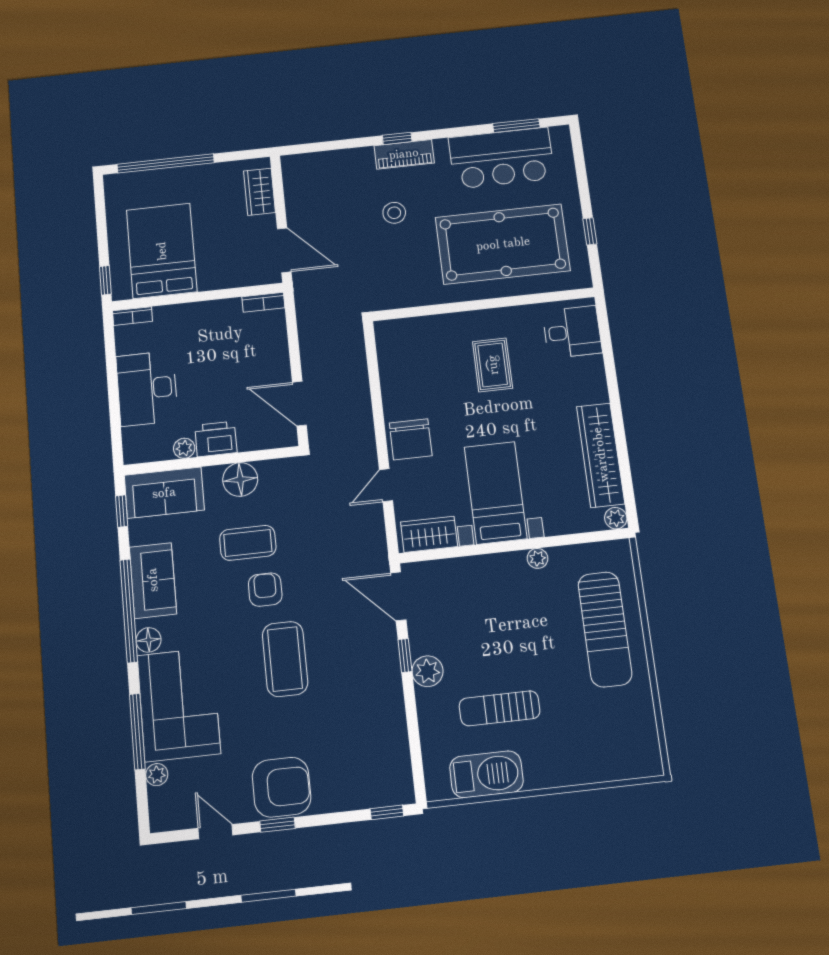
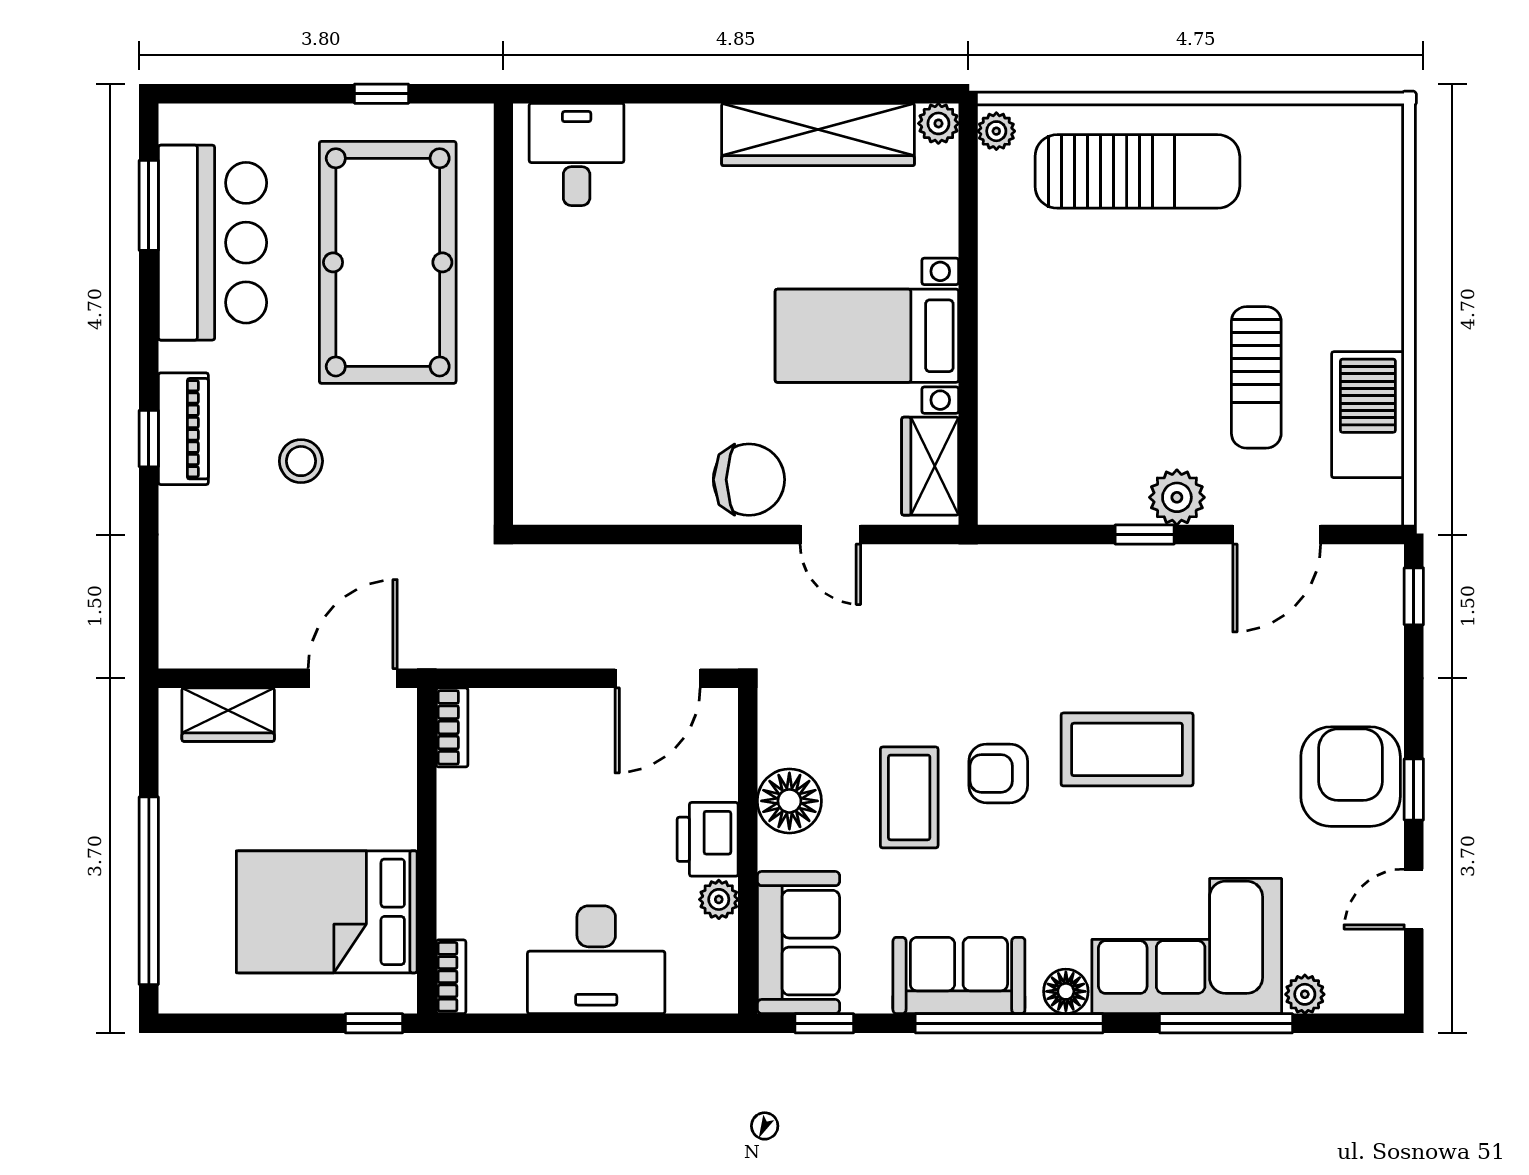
rug: (493, 365) -> (624, 311), removed
plant: (537, 558) -> (996, 131), moved
door: (398, 596) -> (1277, 535), moved

